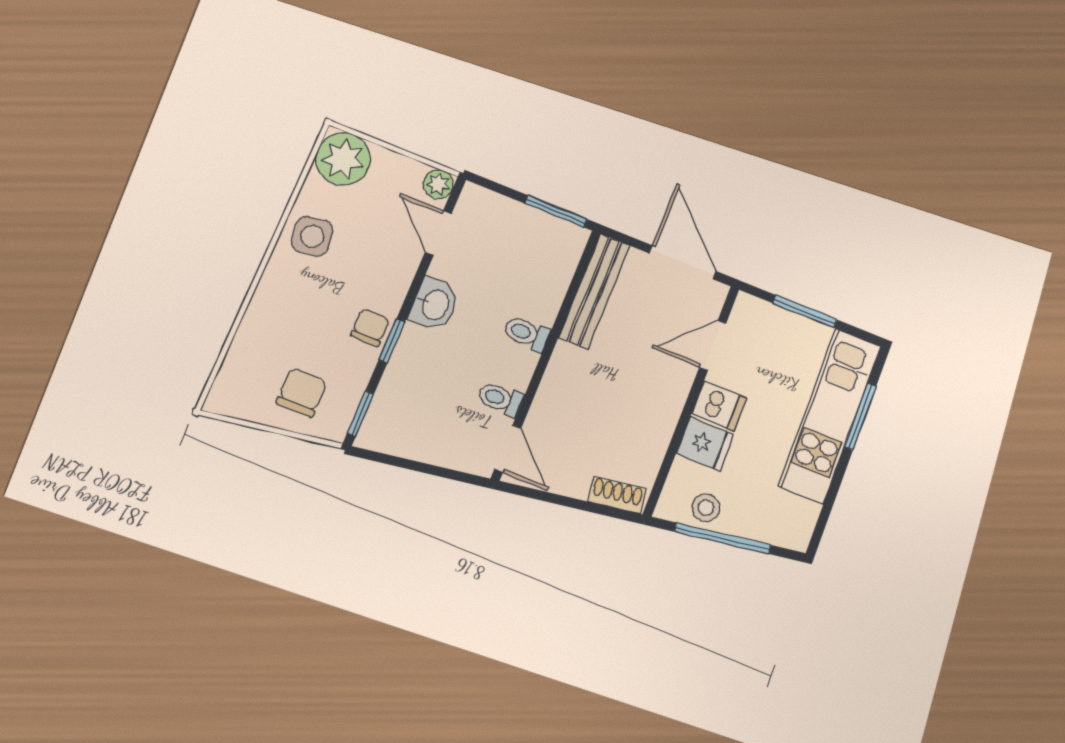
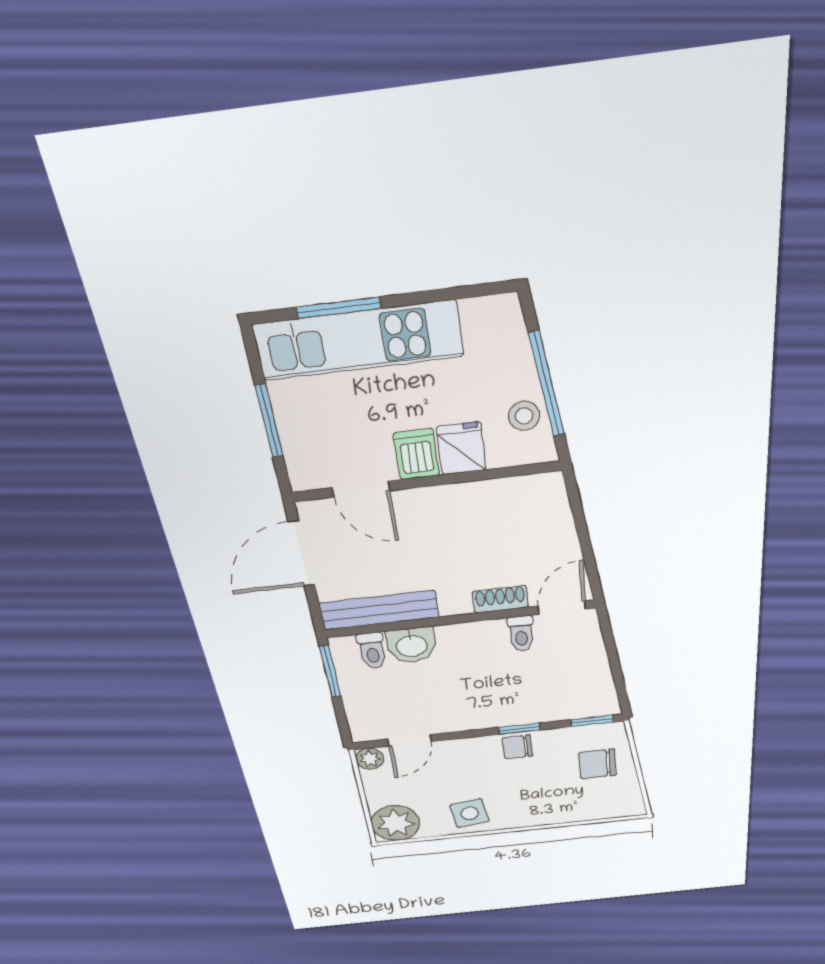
washbasin: (435, 304) -> (411, 645), moved, turned 180
toilet: (527, 333) -> (372, 651), moved
shoe rack: (617, 495) -> (500, 599), moved, turned 99

